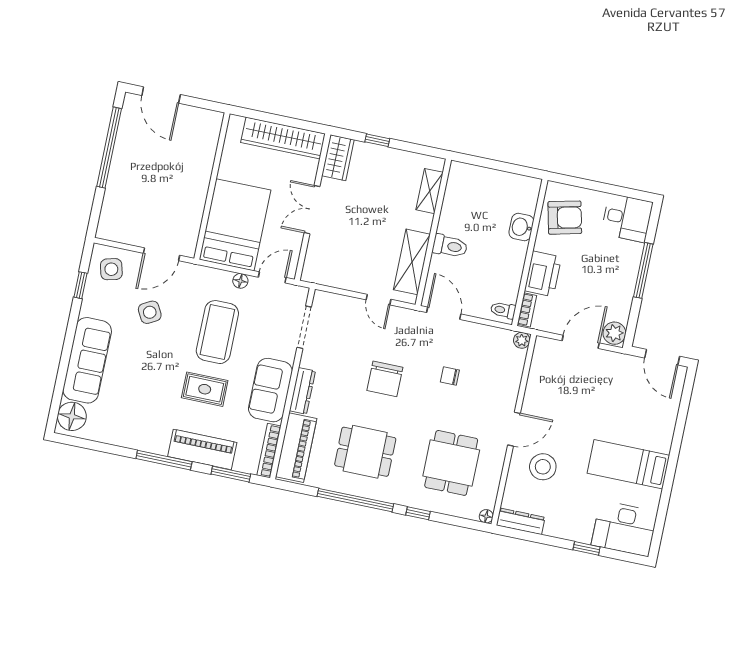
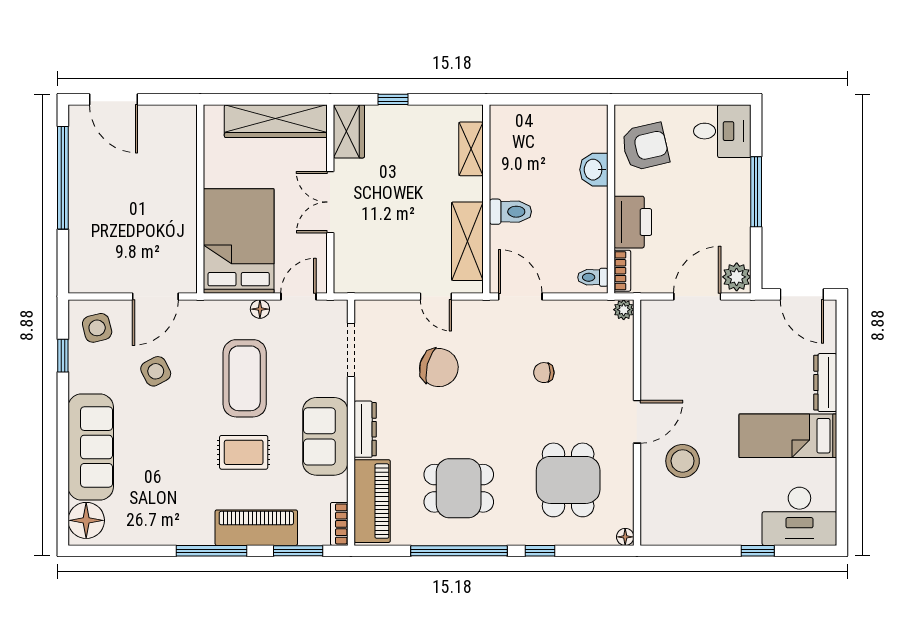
chair: (385, 379) -> (439, 368), moved, turned -75
bookcase: (269, 451) -> (339, 524), width x0.64
dresser: (521, 521) -> (825, 383), moved, turned -90

